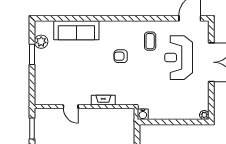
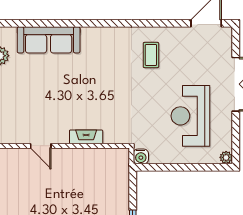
armchair: (121, 56) -> (110, 76), removed
reception desk: (179, 58) -> (190, 116), moved

